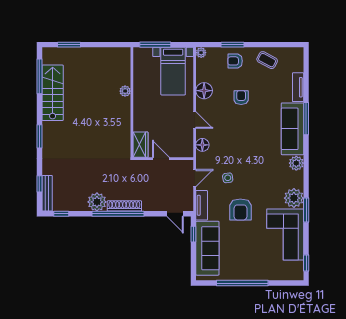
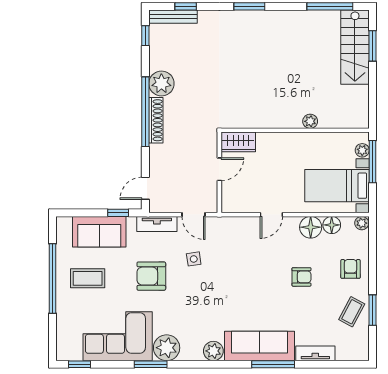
window: (232, 45) -> (373, 310), moved
plant: (147, 52) -> (362, 150), added
stairs: (53, 93) -> (355, 47), moved, turned 90
floor lamp: (202, 145) -> (332, 225), moved
sofa: (207, 248) -> (99, 232), width x0.73
coffee table: (242, 257) -> (88, 278), added

